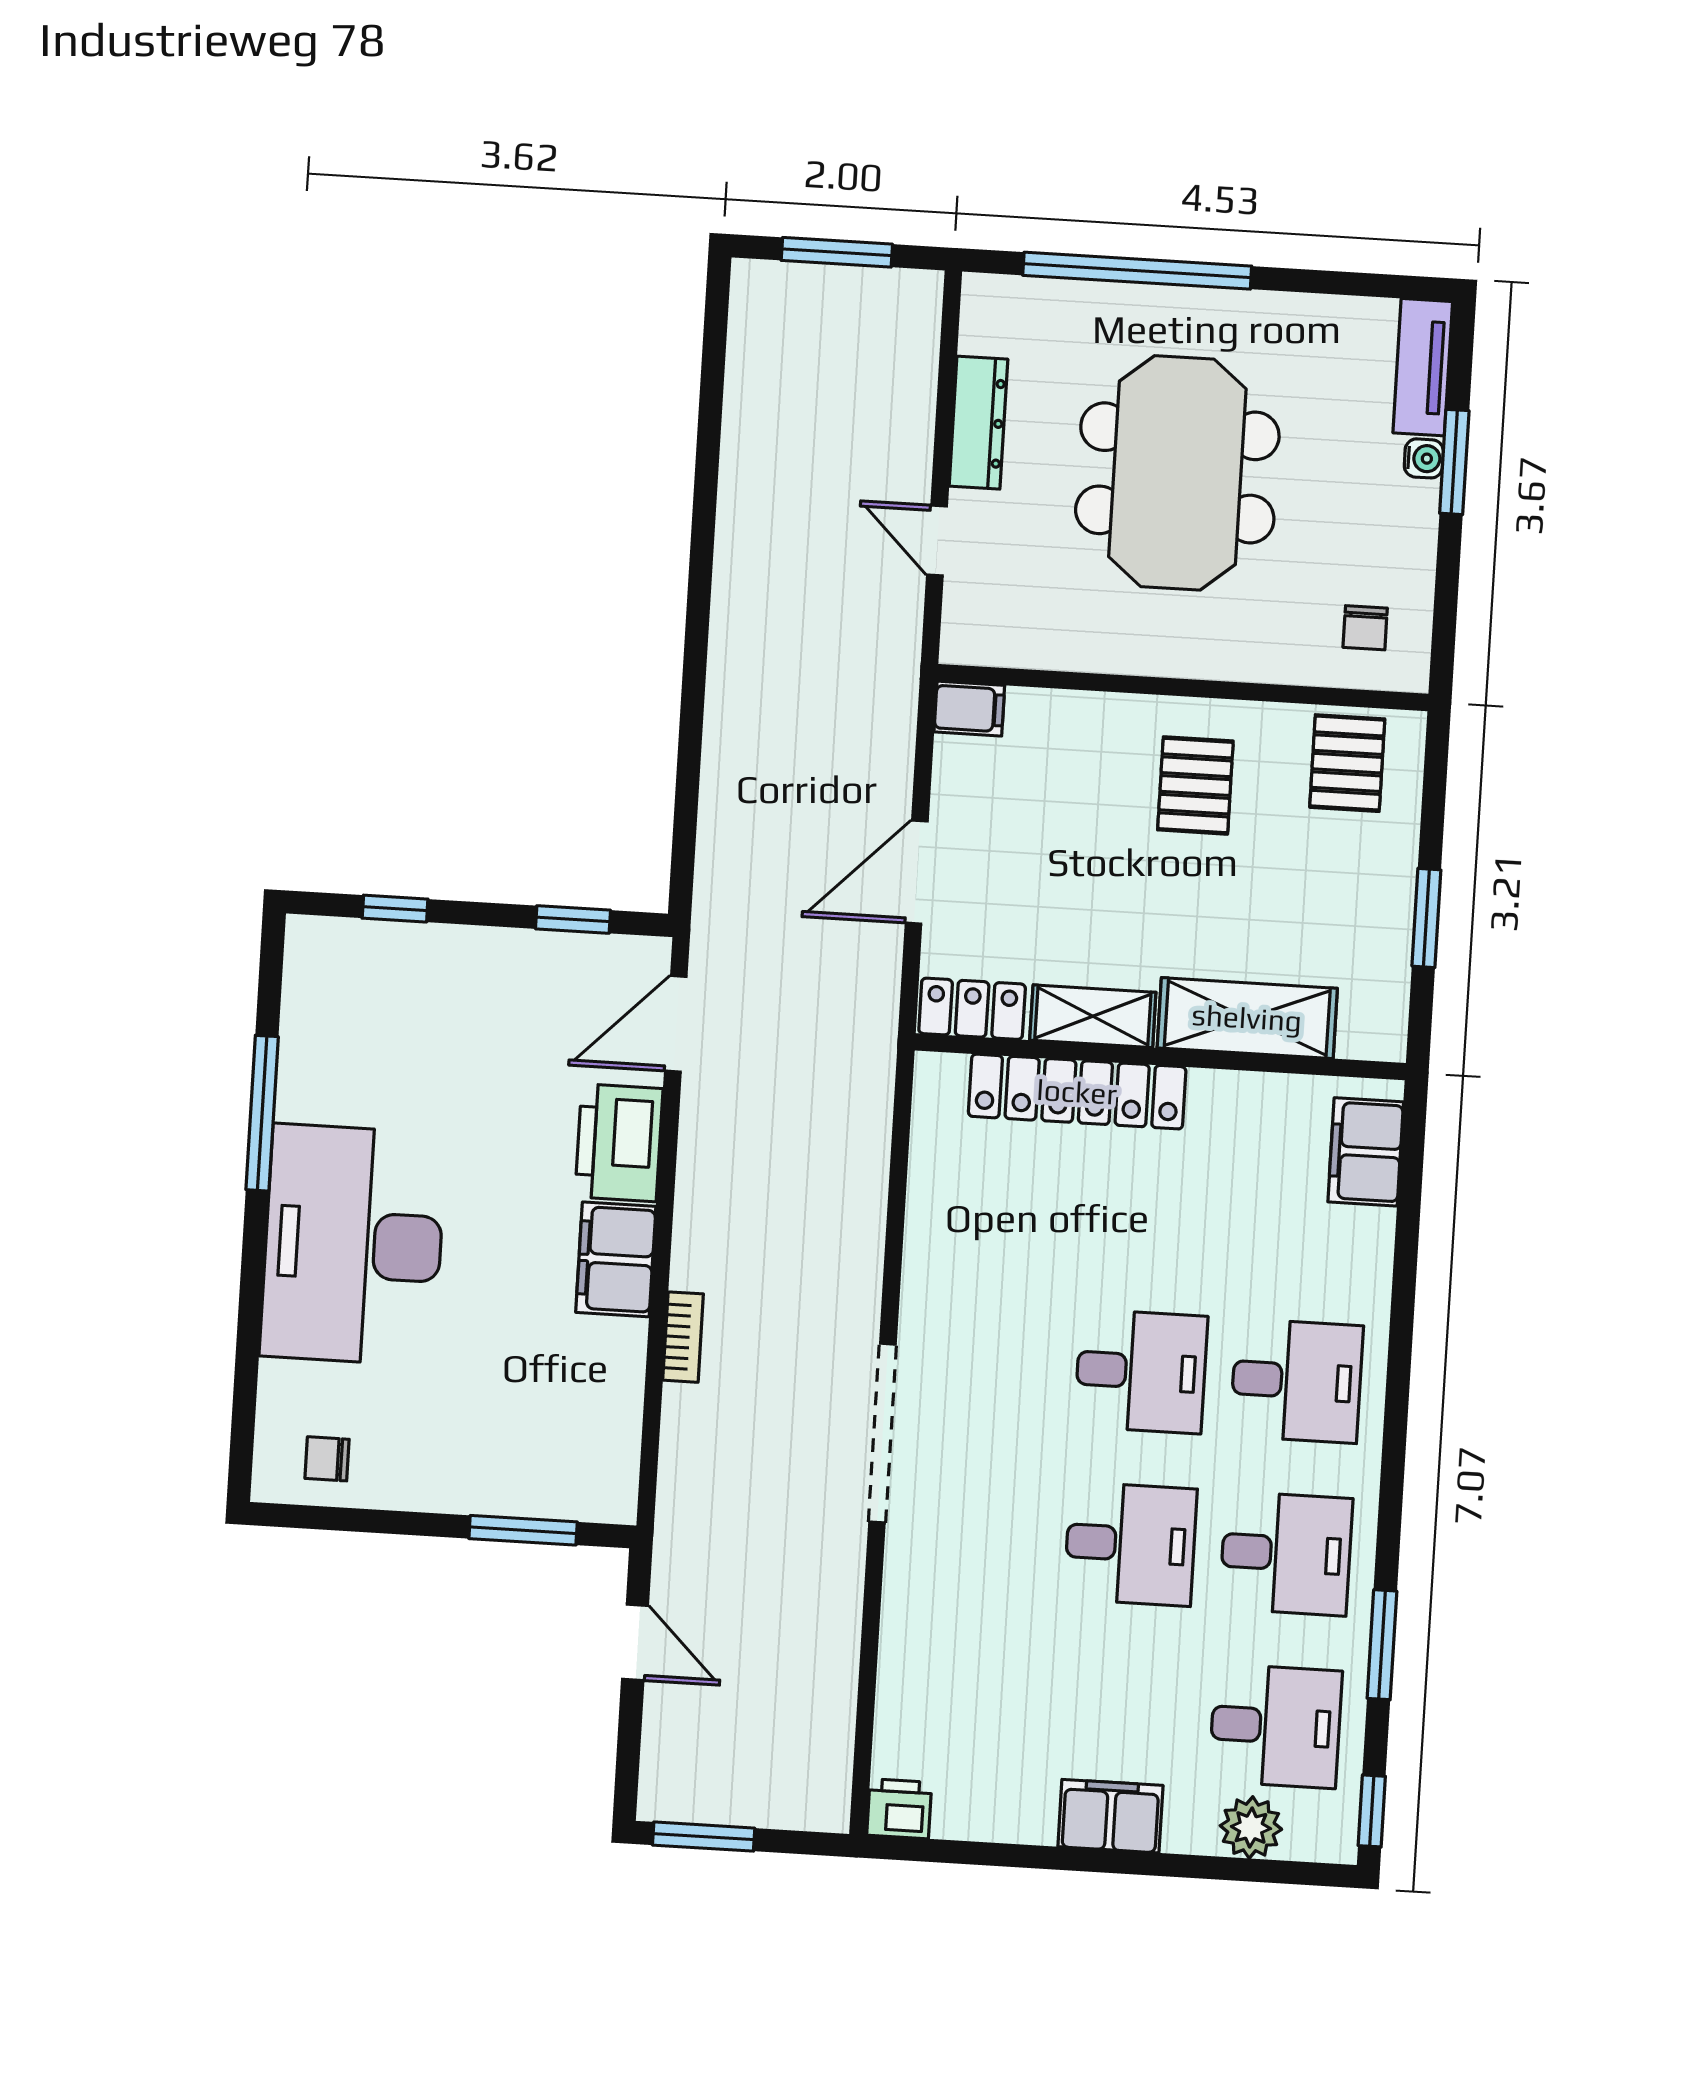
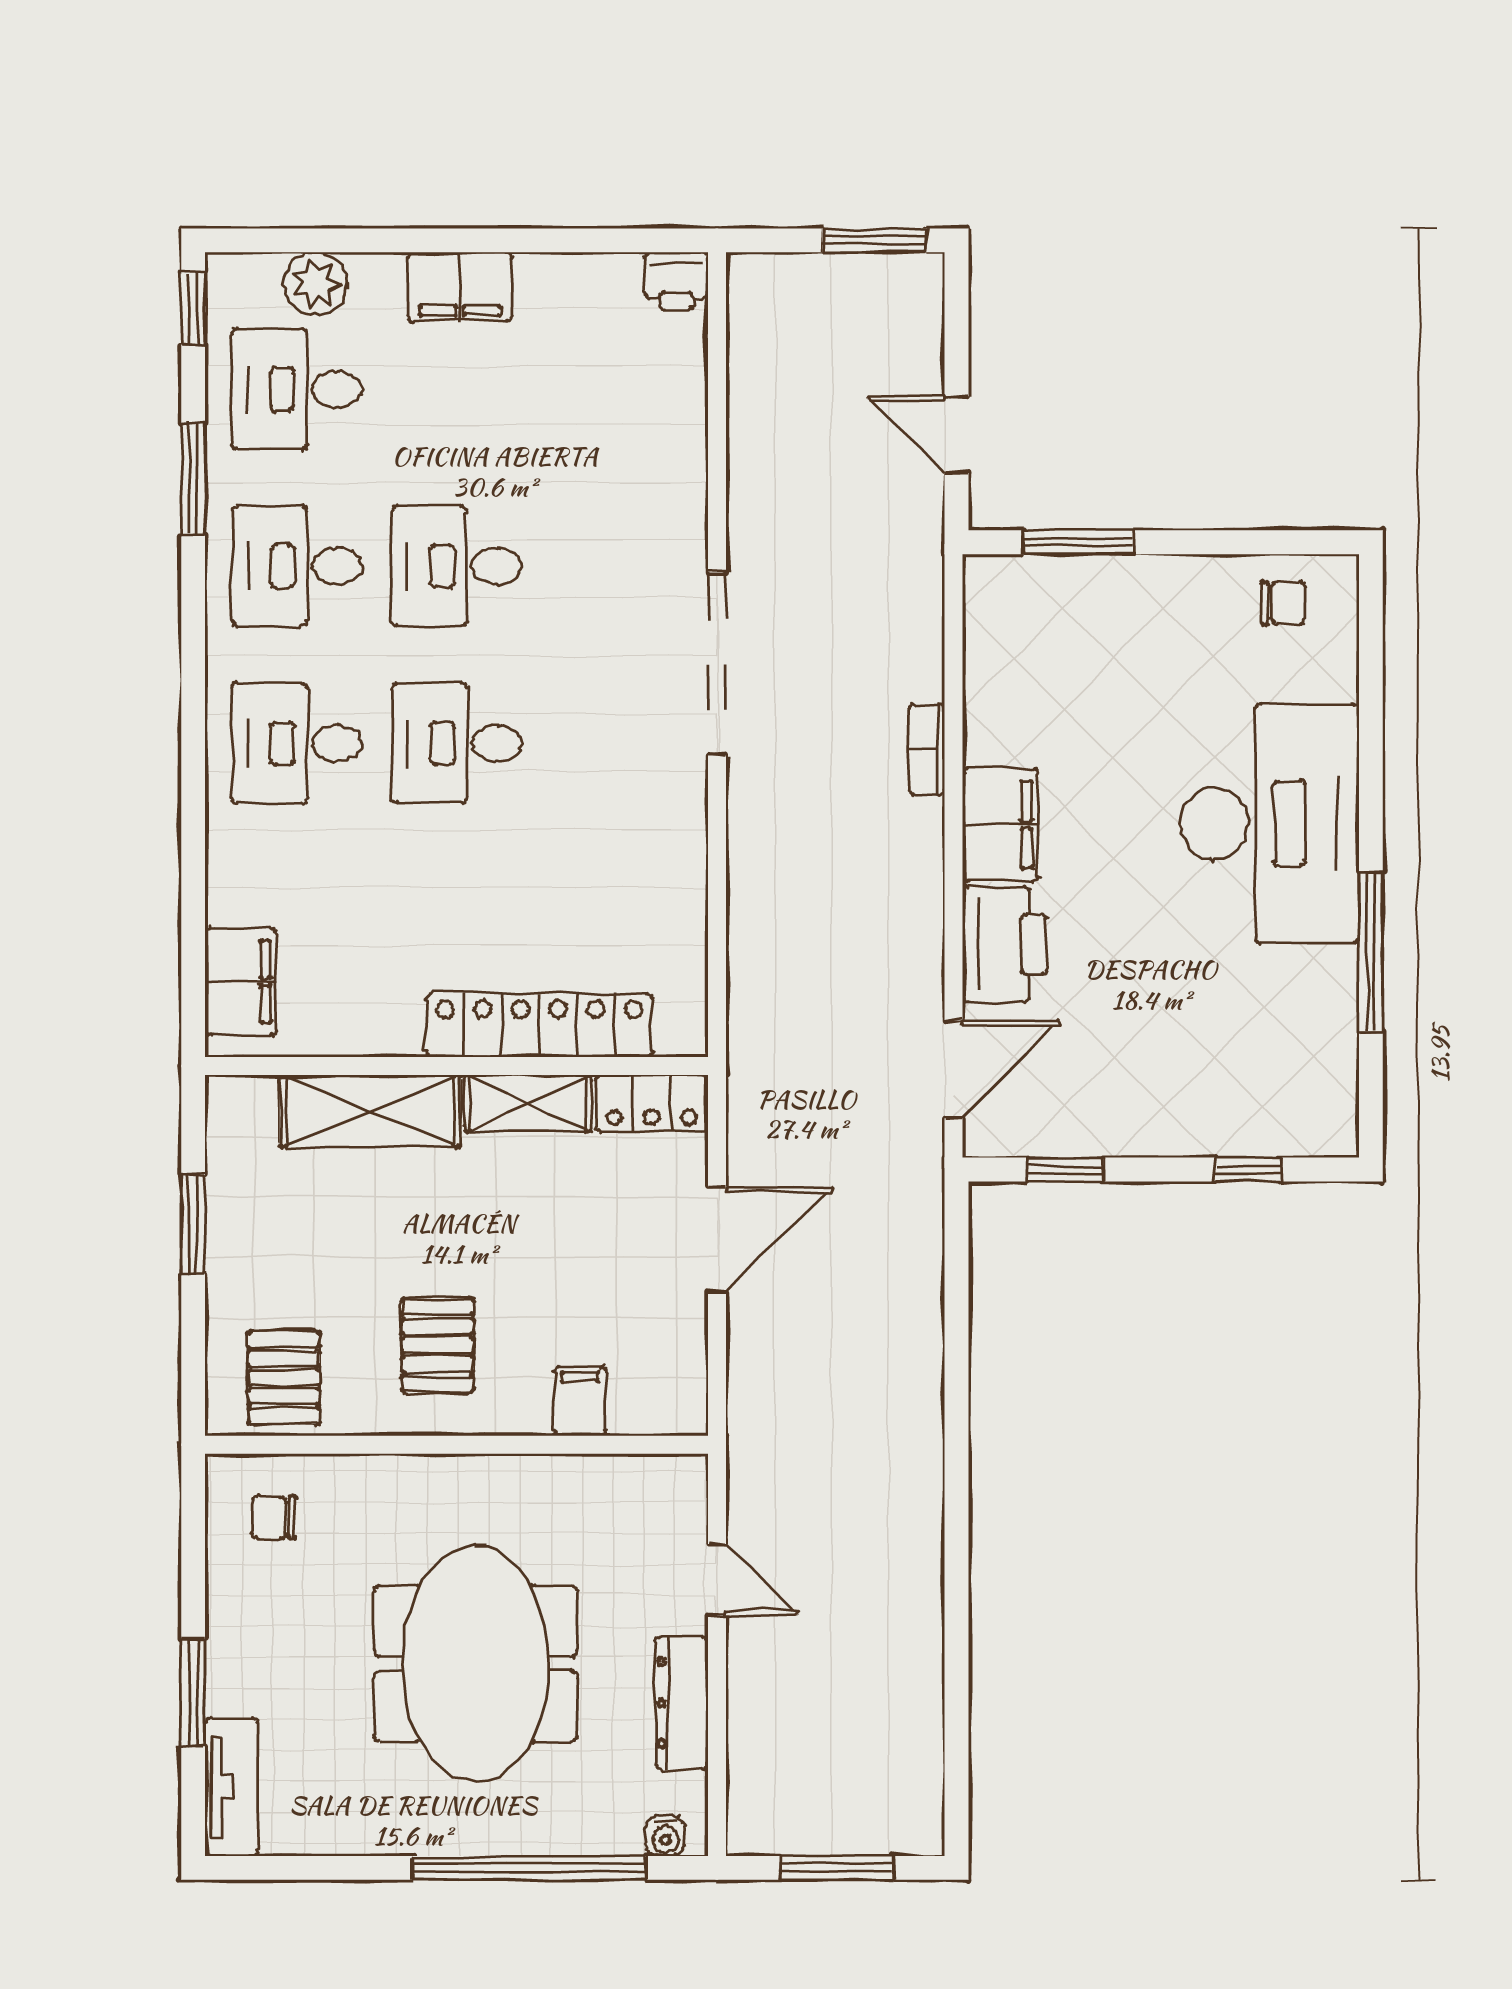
water cooler: (1424, 458) -> (665, 1837), moved, turned -90
chair: (1365, 628) -> (274, 1517), turned -90
filing cabinet: (969, 709) -> (580, 1401), moved, turned 90

